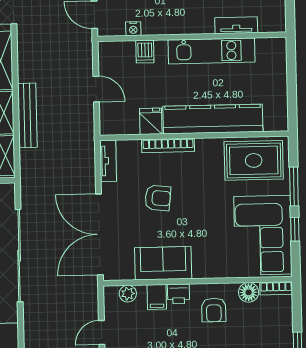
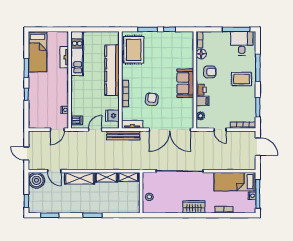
kitchen unit: (211, 51) -> (77, 54), moved
dishwasher: (145, 52) -> (77, 120), moved
bench: (27, 115) -> (123, 135), moved
fridge: (151, 121) -> (112, 116), moved
corner sofa: (263, 235) -> (172, 46), removed
sofa: (163, 263) -> (185, 83), moved

